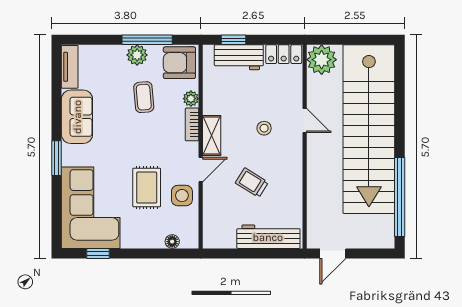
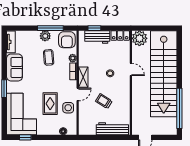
armchair: (179, 63) -> (67, 40), turned -90

